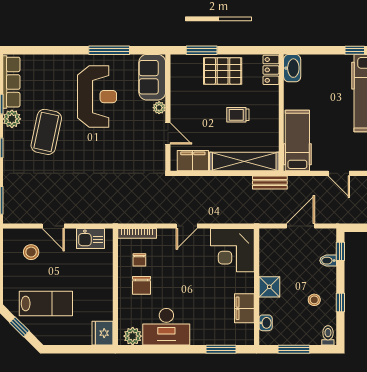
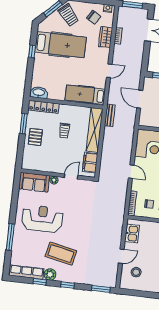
window: (109, 50) -> (10, 237), moved
window: (202, 50) -> (24, 124), moved
locker: (271, 70) -> (44, 107), width x1.53
pallet: (223, 71) -> (35, 137), width x0.67, depth x0.71

